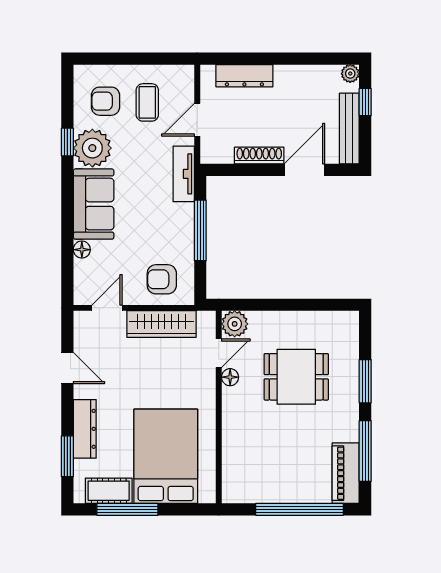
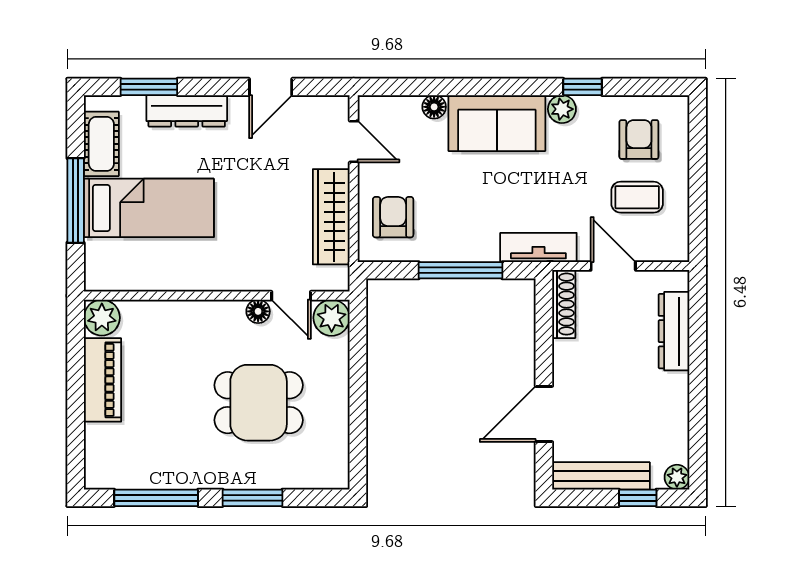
plant: (92, 148) -> (562, 109), width x0.53, depth x0.53
shoe rack: (259, 156) -> (564, 304), moved
door: (304, 170) -> (544, 414), swing flipped
dining table: (296, 377) -> (259, 403), turned 90
bed: (166, 456) -> (149, 208), width x0.67
piano: (346, 473) -> (103, 380), moved, turned 90
plant: (235, 490) -> (102, 318), added
window: (127, 509) -> (76, 200), moved
window: (300, 509) -> (76, 407), removed

